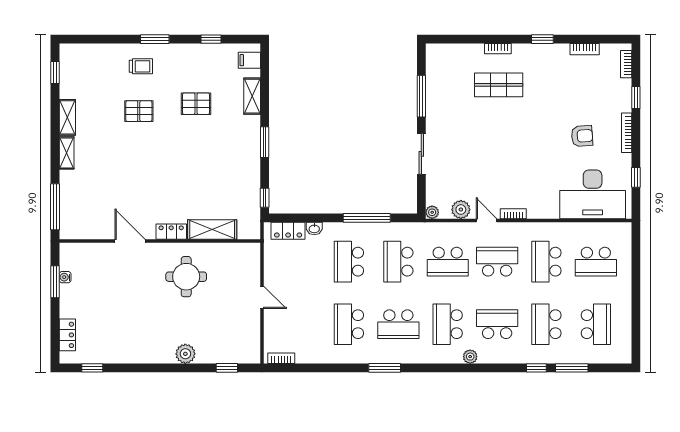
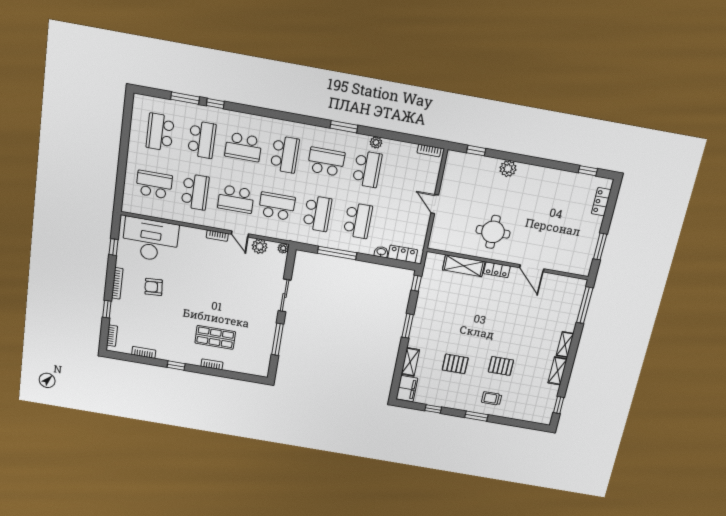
filing cabinet: (249, 60) -> (407, 389), width x2.00
water cooler: (65, 277) -> (591, 249), removed
plant: (470, 357) -> (376, 142), moved

